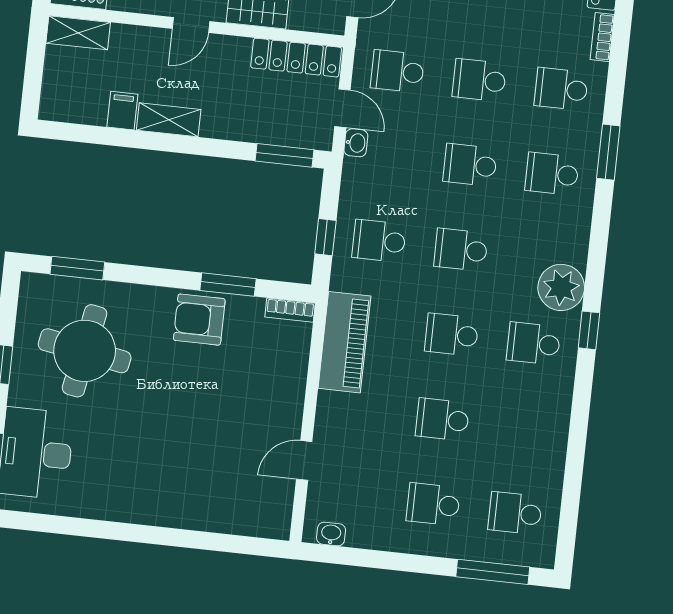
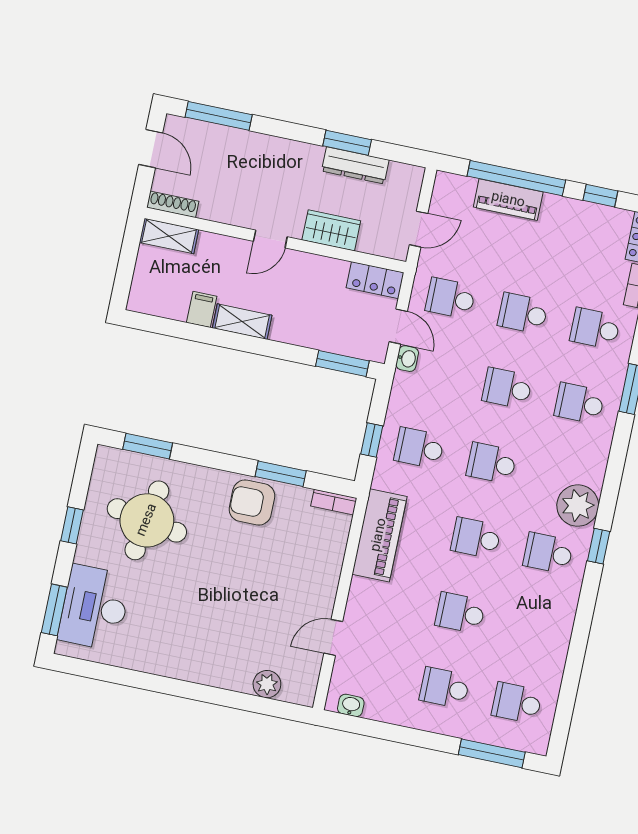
locker: (296, 58) -> (375, 280), width x0.66
plant: (236, 520) -> (267, 684), added

